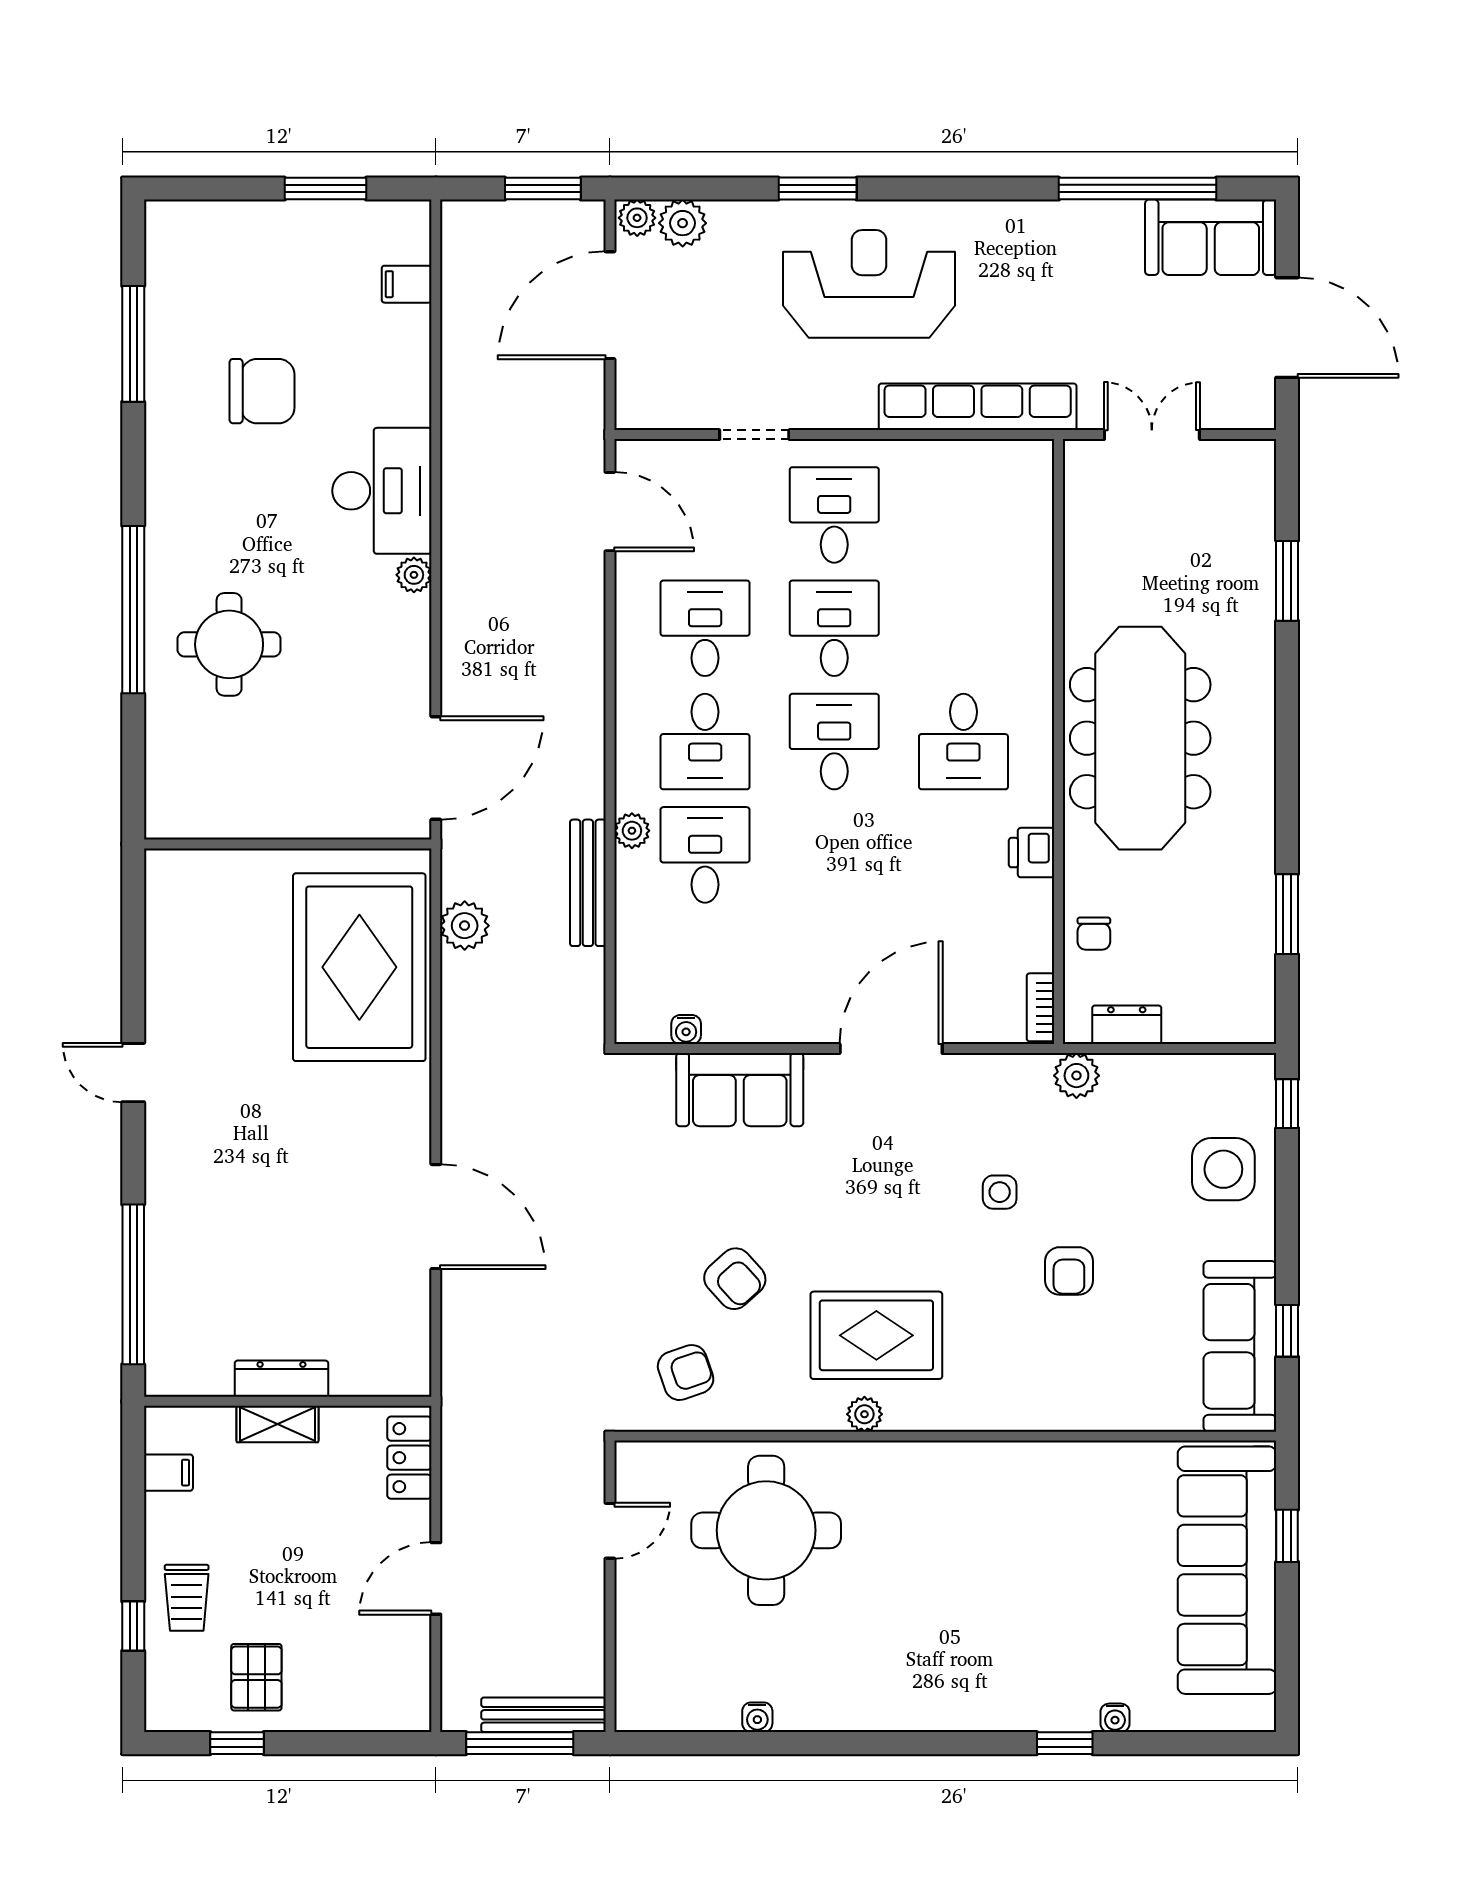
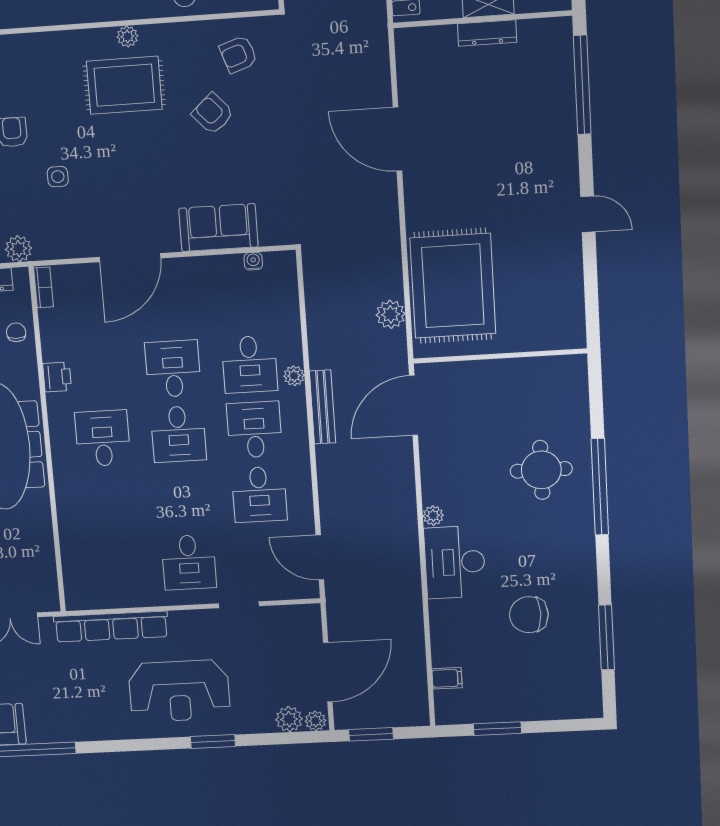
desk: (834, 628) -> (173, 369), moved, turned 180
bench: (588, 883) -> (323, 407), moved

